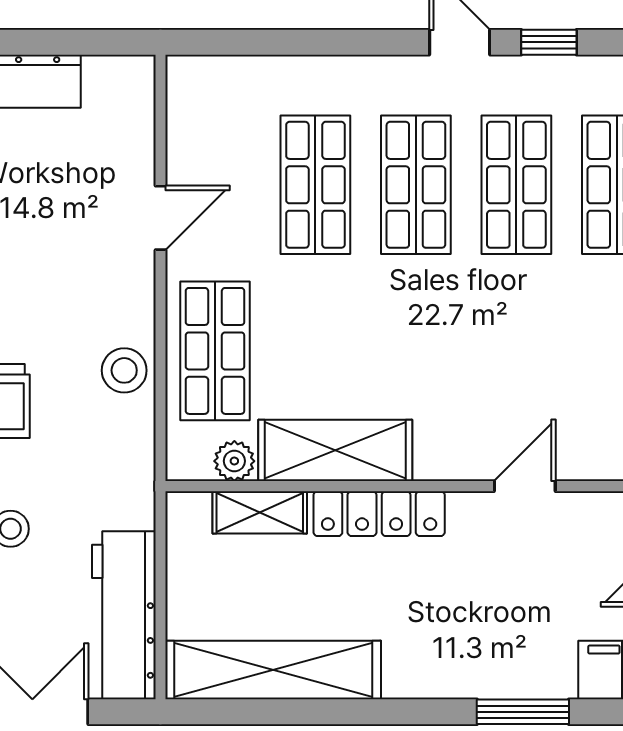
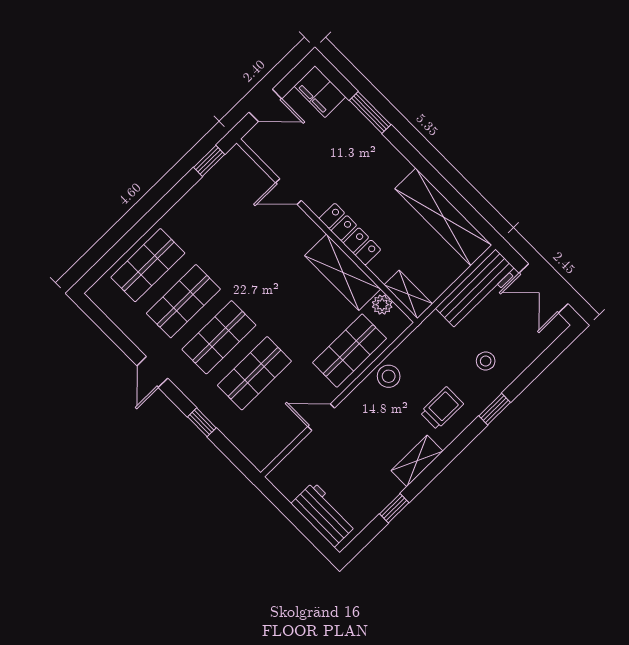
window: (549, 42) -> (202, 422), moved
shelving: (260, 512) -> (408, 294), moved

